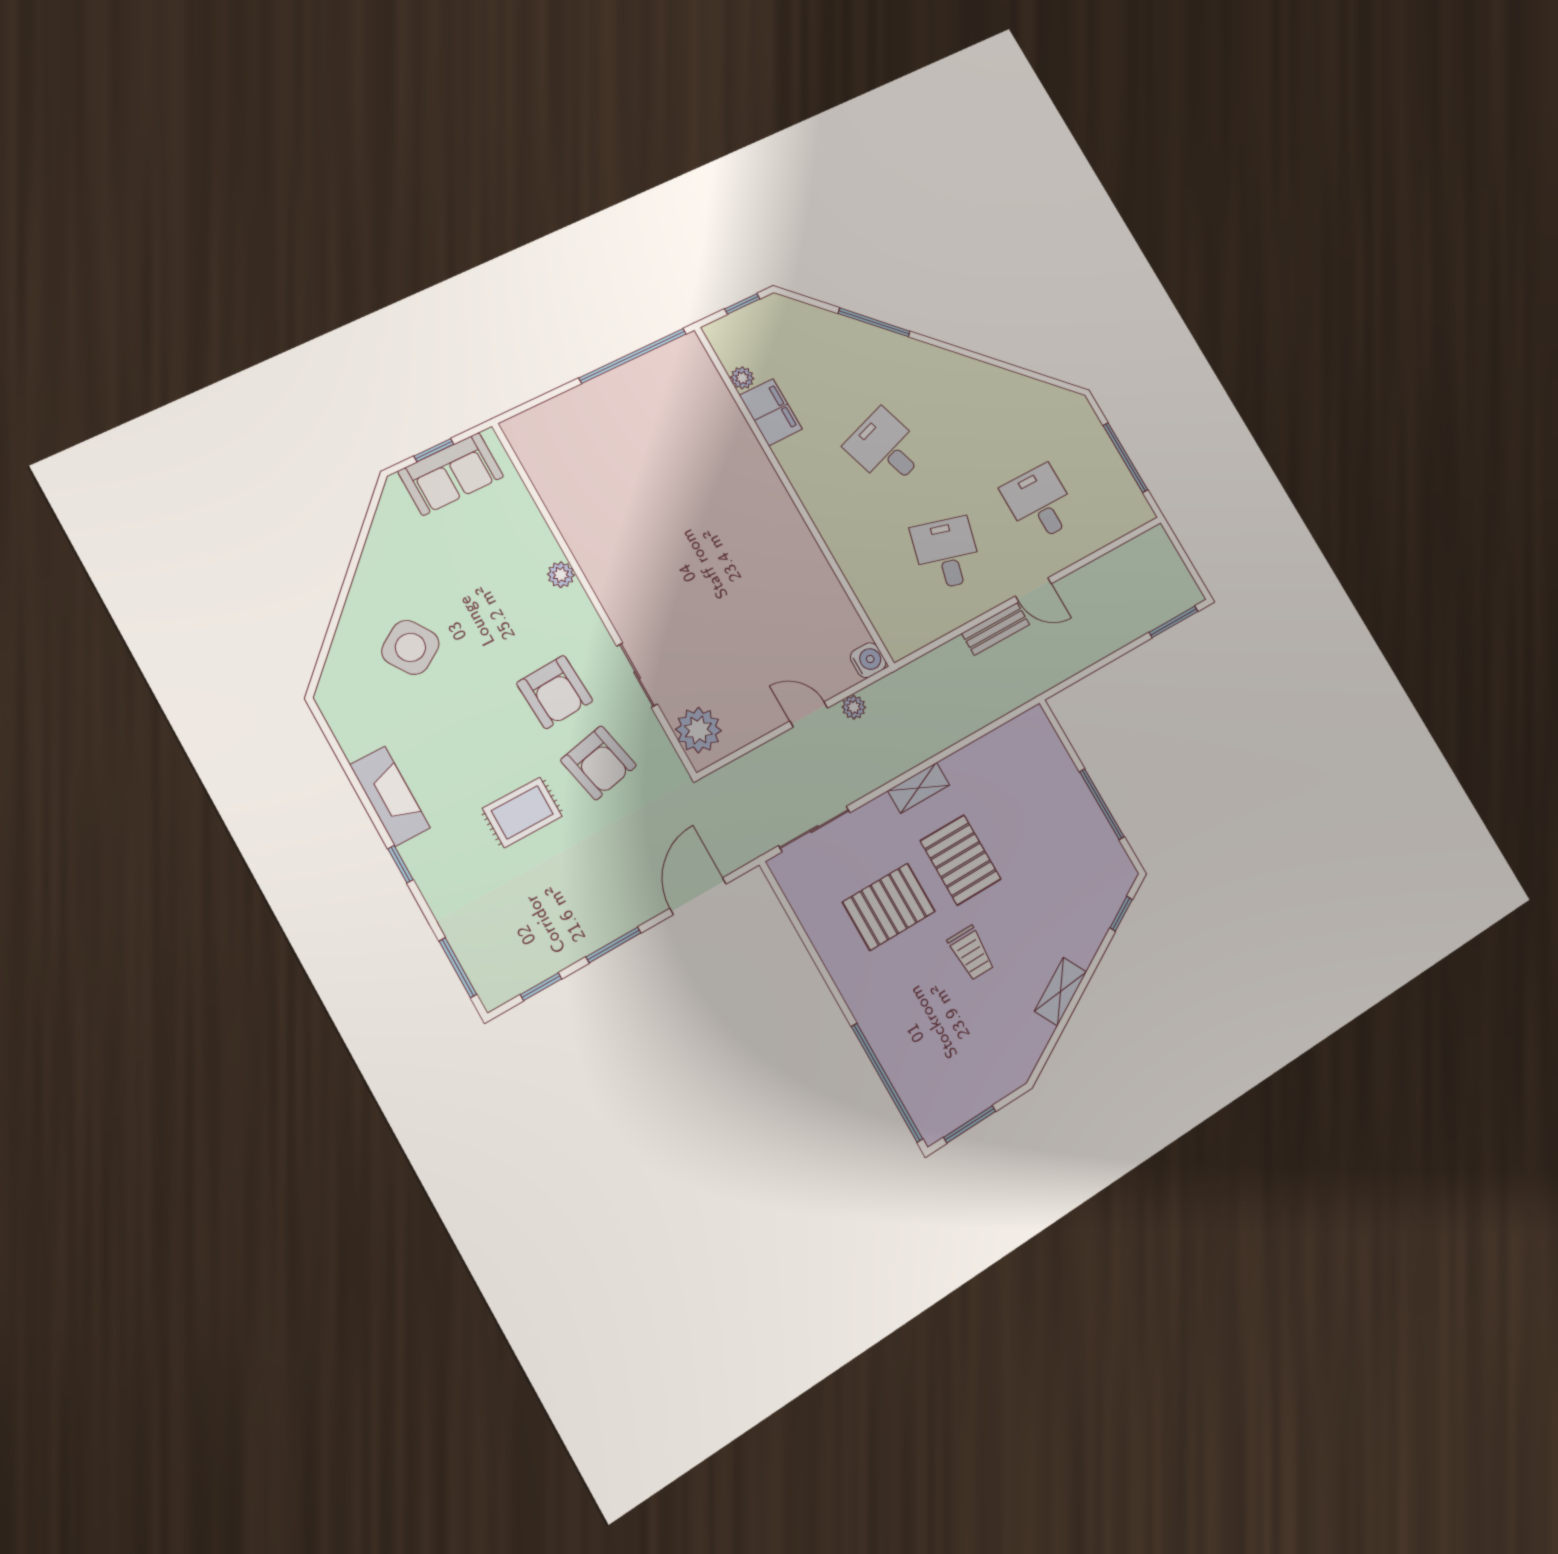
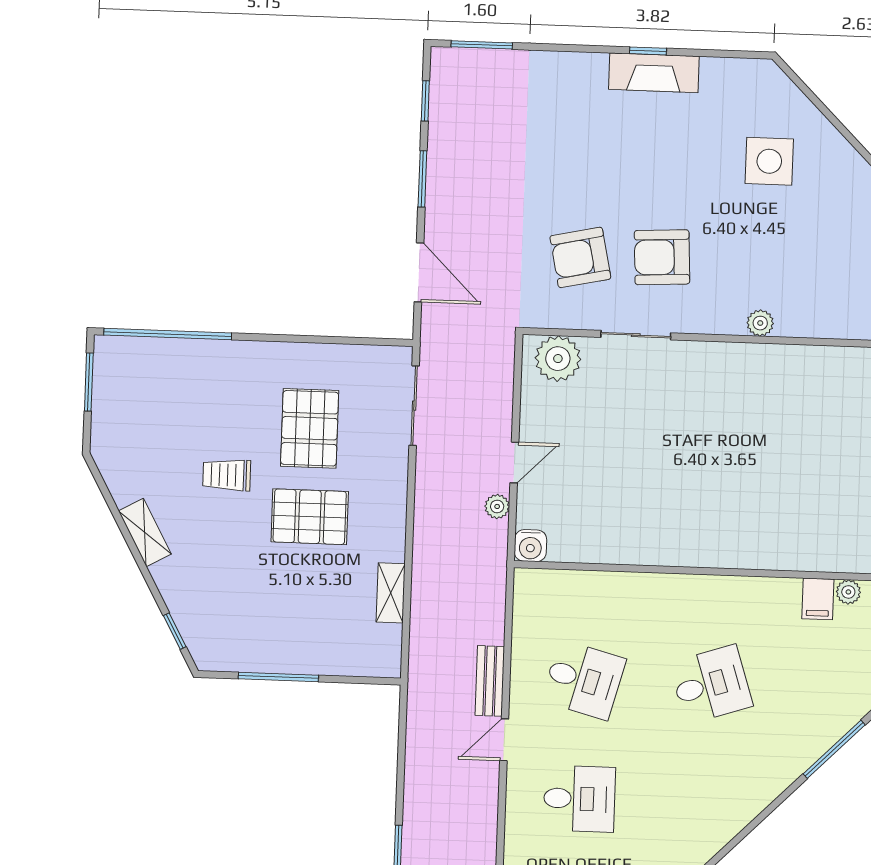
filing cabinet: (771, 412) -> (818, 599), width x0.50
side table: (410, 647) -> (769, 161), turned 33
shelving: (919, 788) -> (391, 593), moved
rug: (522, 812) -> (577, 170), removed
window: (401, 864) -> (648, 51), moved

